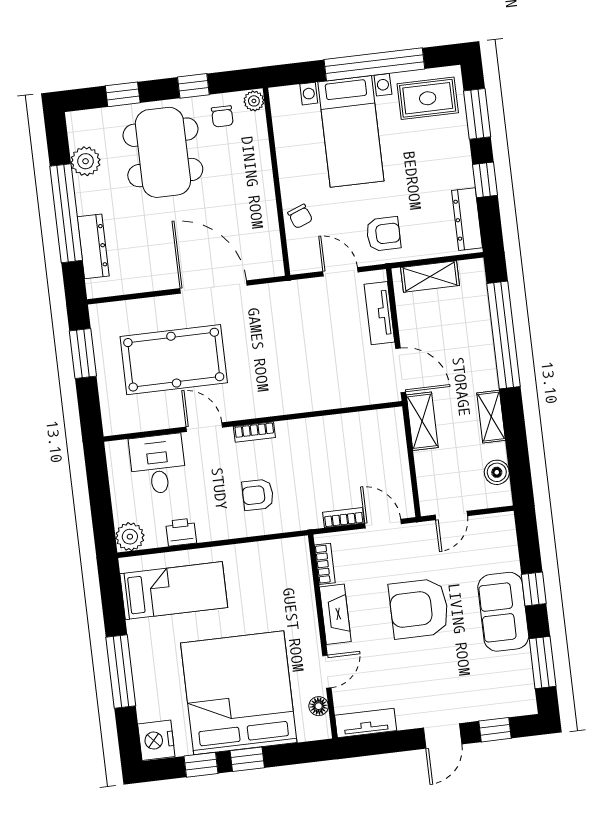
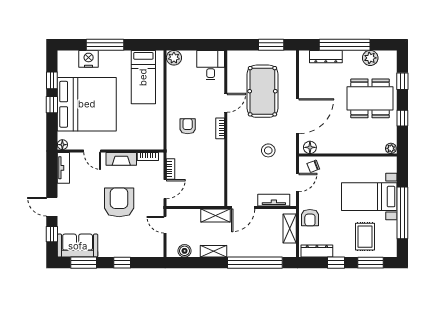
rug: (428, 98) -> (365, 237), moved
chair: (222, 116) -> (385, 131), removed
chair: (300, 216) -> (313, 166), moved
armchair: (383, 234) -> (310, 218), moved
floor lamp: (270, 256) -> (310, 147), added
stool: (286, 335) -> (268, 150), added
desk: (158, 464) -> (211, 65), moved, turned -90
printer: (181, 532) -> (173, 84), removed
sofa: (503, 612) -> (78, 246), moved
floor lamp: (319, 706) -> (62, 145), moved
nightstand: (156, 740) -> (89, 59), moved

